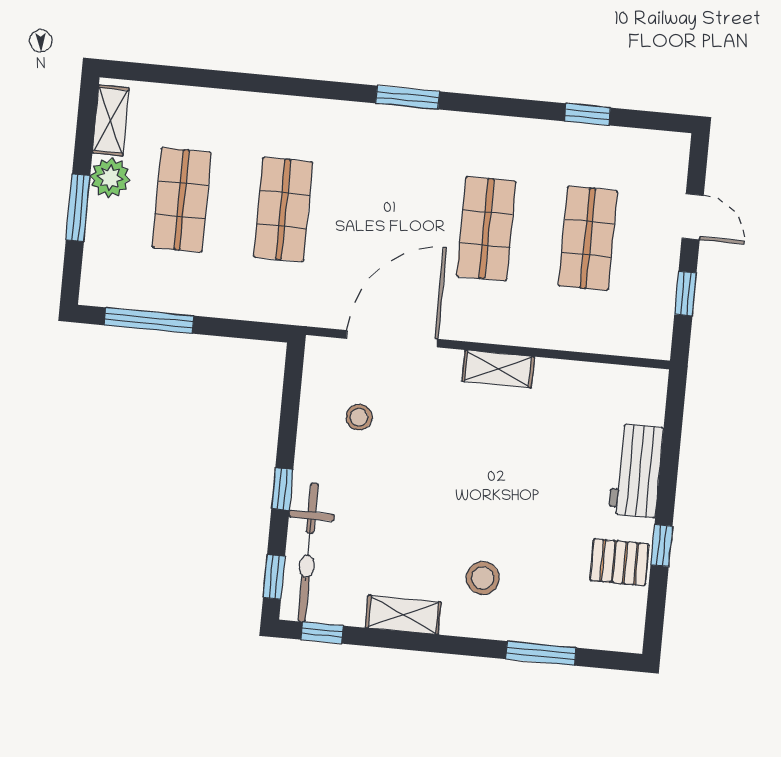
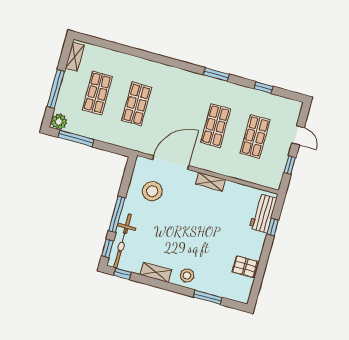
window: (408, 97) -> (216, 75), moved
plant: (110, 178) -> (59, 122), moved
window: (78, 208) -> (56, 89), width x1.44
stool: (359, 417) -> (152, 191), width x1.89, depth x1.89
workbench: (636, 471) -> (263, 213), moved
window: (282, 489) -> (117, 214), width x2.17
window: (662, 546) -> (273, 227), moved
stool: (483, 578) -> (187, 275), moved

